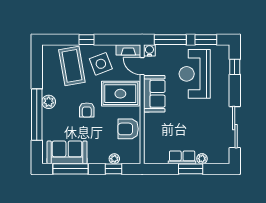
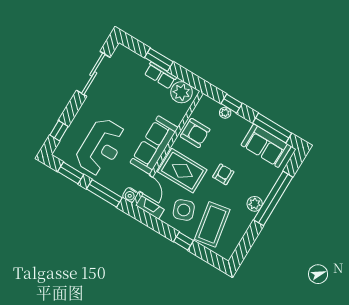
sofa: (154, 94) -> (154, 145), width x1.36
plant: (202, 159) -> (181, 92), moved, width x1.88, depth x1.88

